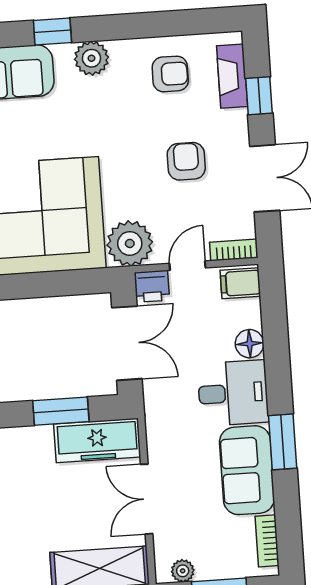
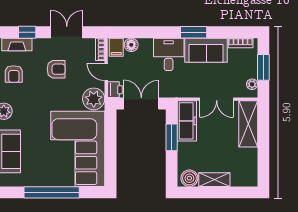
armchair: (170, 74) -> (14, 74), turned 180
armchair: (186, 161) -> (56, 69), turned 180
floor lamp: (250, 344) -> (131, 45), moved

